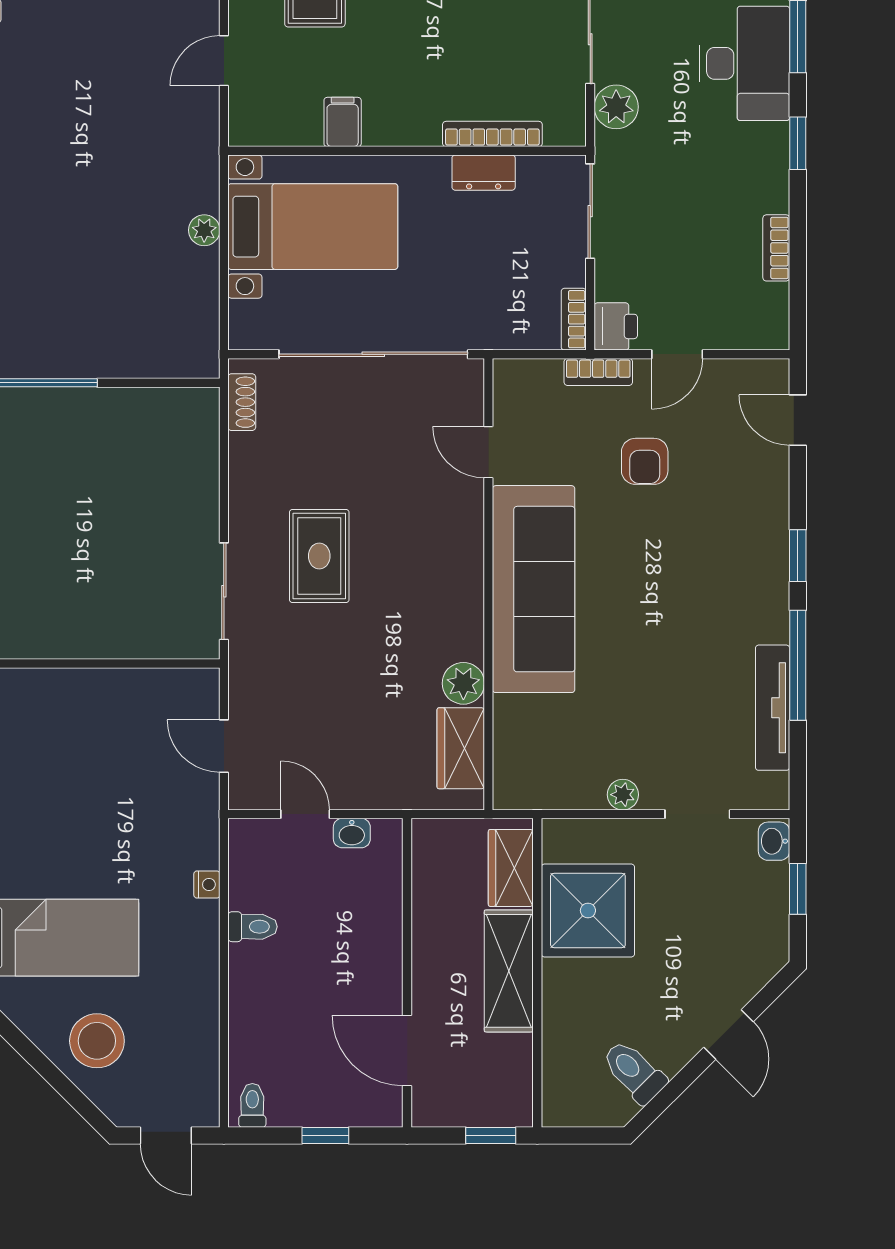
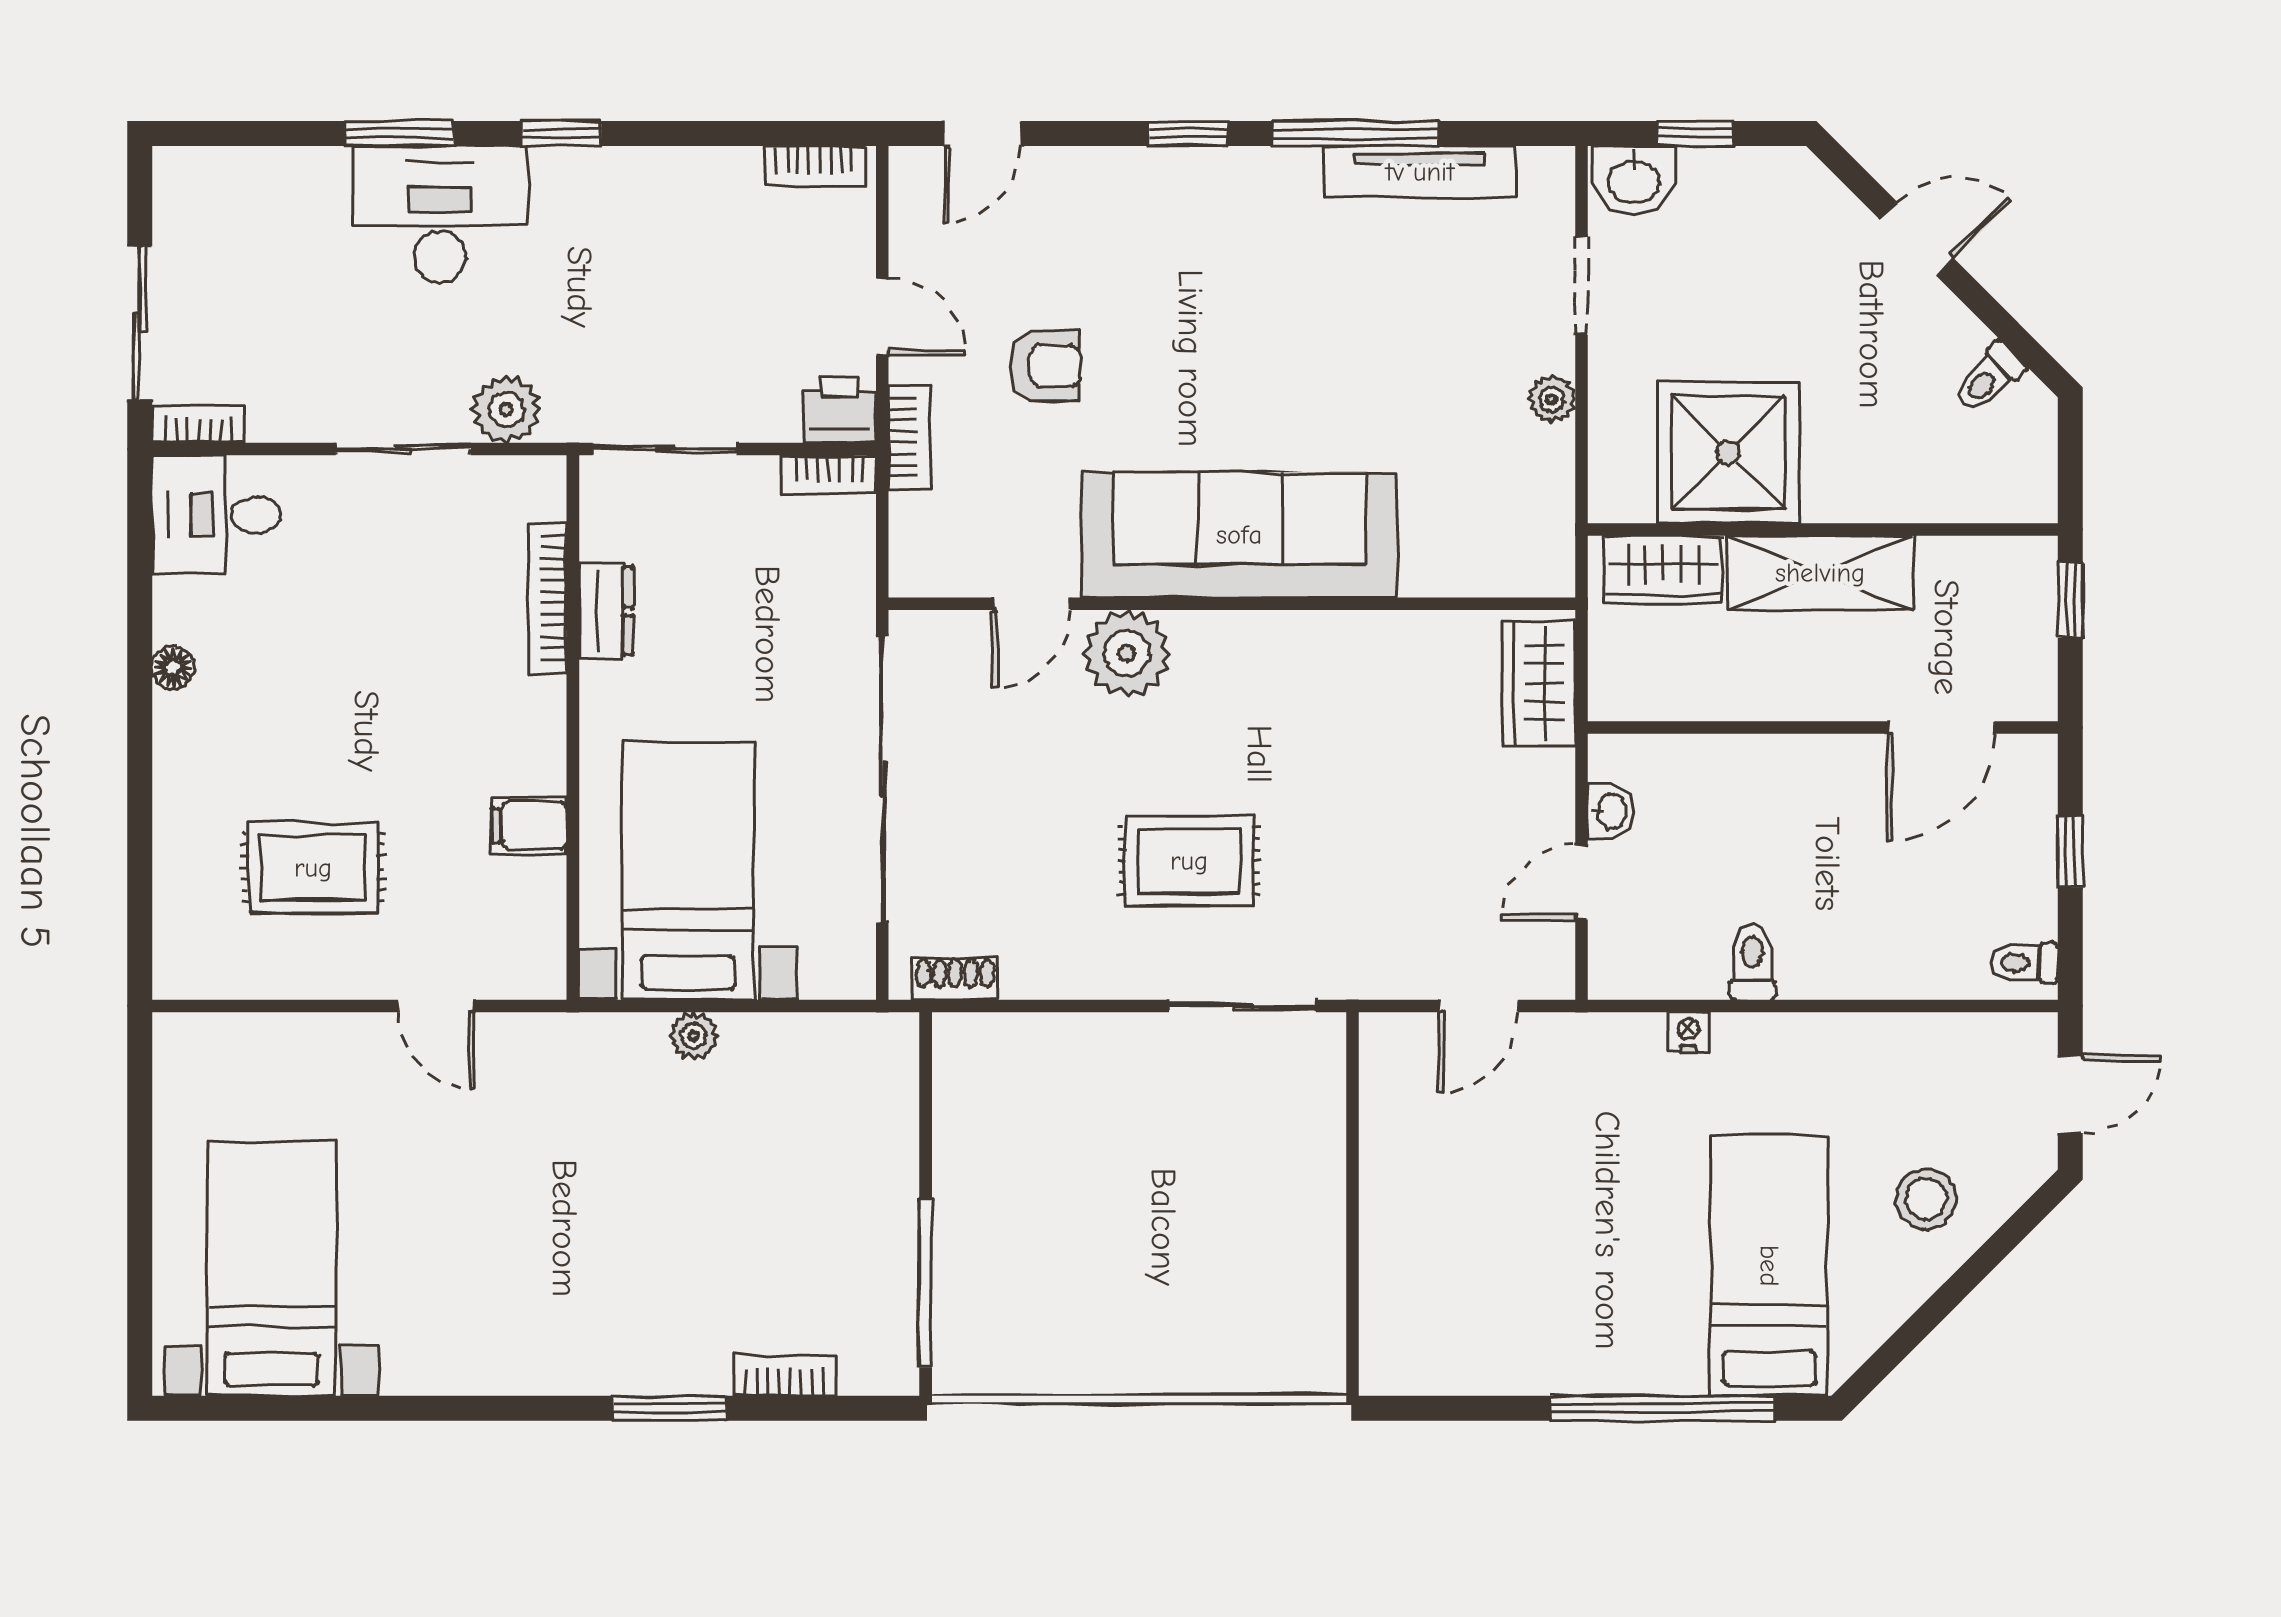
bookcase: (776, 248) -> (814, 166), moved
plant: (463, 683) -> (1127, 653), moved, width x1.36, depth x1.36
wardrobe: (461, 748) -> (1539, 683), moved, turned 90
washbasin: (774, 841) -> (1634, 180), width x1.38, depth x1.45
stool: (97, 1041) -> (1926, 1199), width x0.73, depth x0.73
toilet: (634, 1072) -> (1989, 378), width x0.73, depth x0.72

